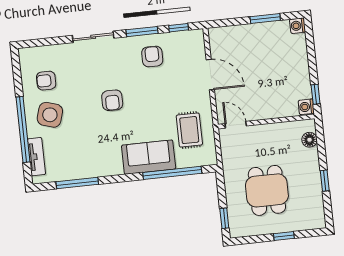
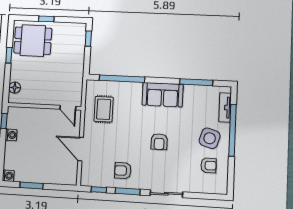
armchair: (152, 57) -> (123, 171), turned 90
armchair: (112, 100) -> (159, 142), turned 180
washing machine: (306, 107) -> (11, 135), moved
sofa: (149, 157) -> (163, 95), moved
dining table: (267, 190) -> (33, 41), moved, turned 90

